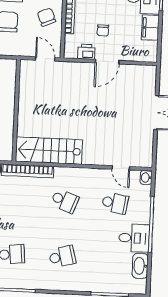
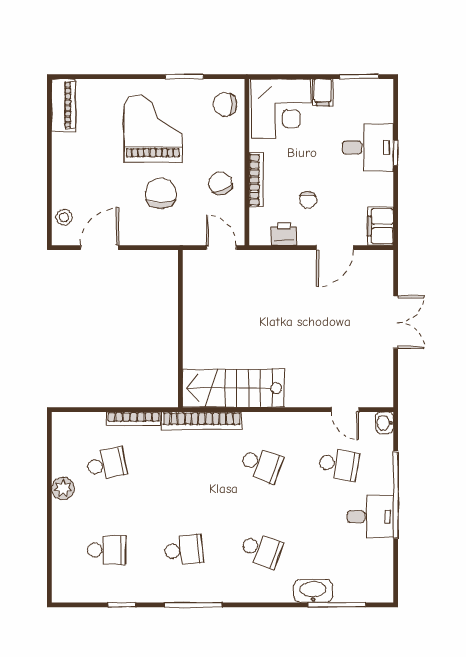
filing cabinet: (150, 28) -> (381, 226), moved
door: (107, 62) -> (335, 248), moved
school desk: (62, 257) -> (261, 550), turned 36
washbasin: (140, 266) -> (313, 591), moved, turned 90

